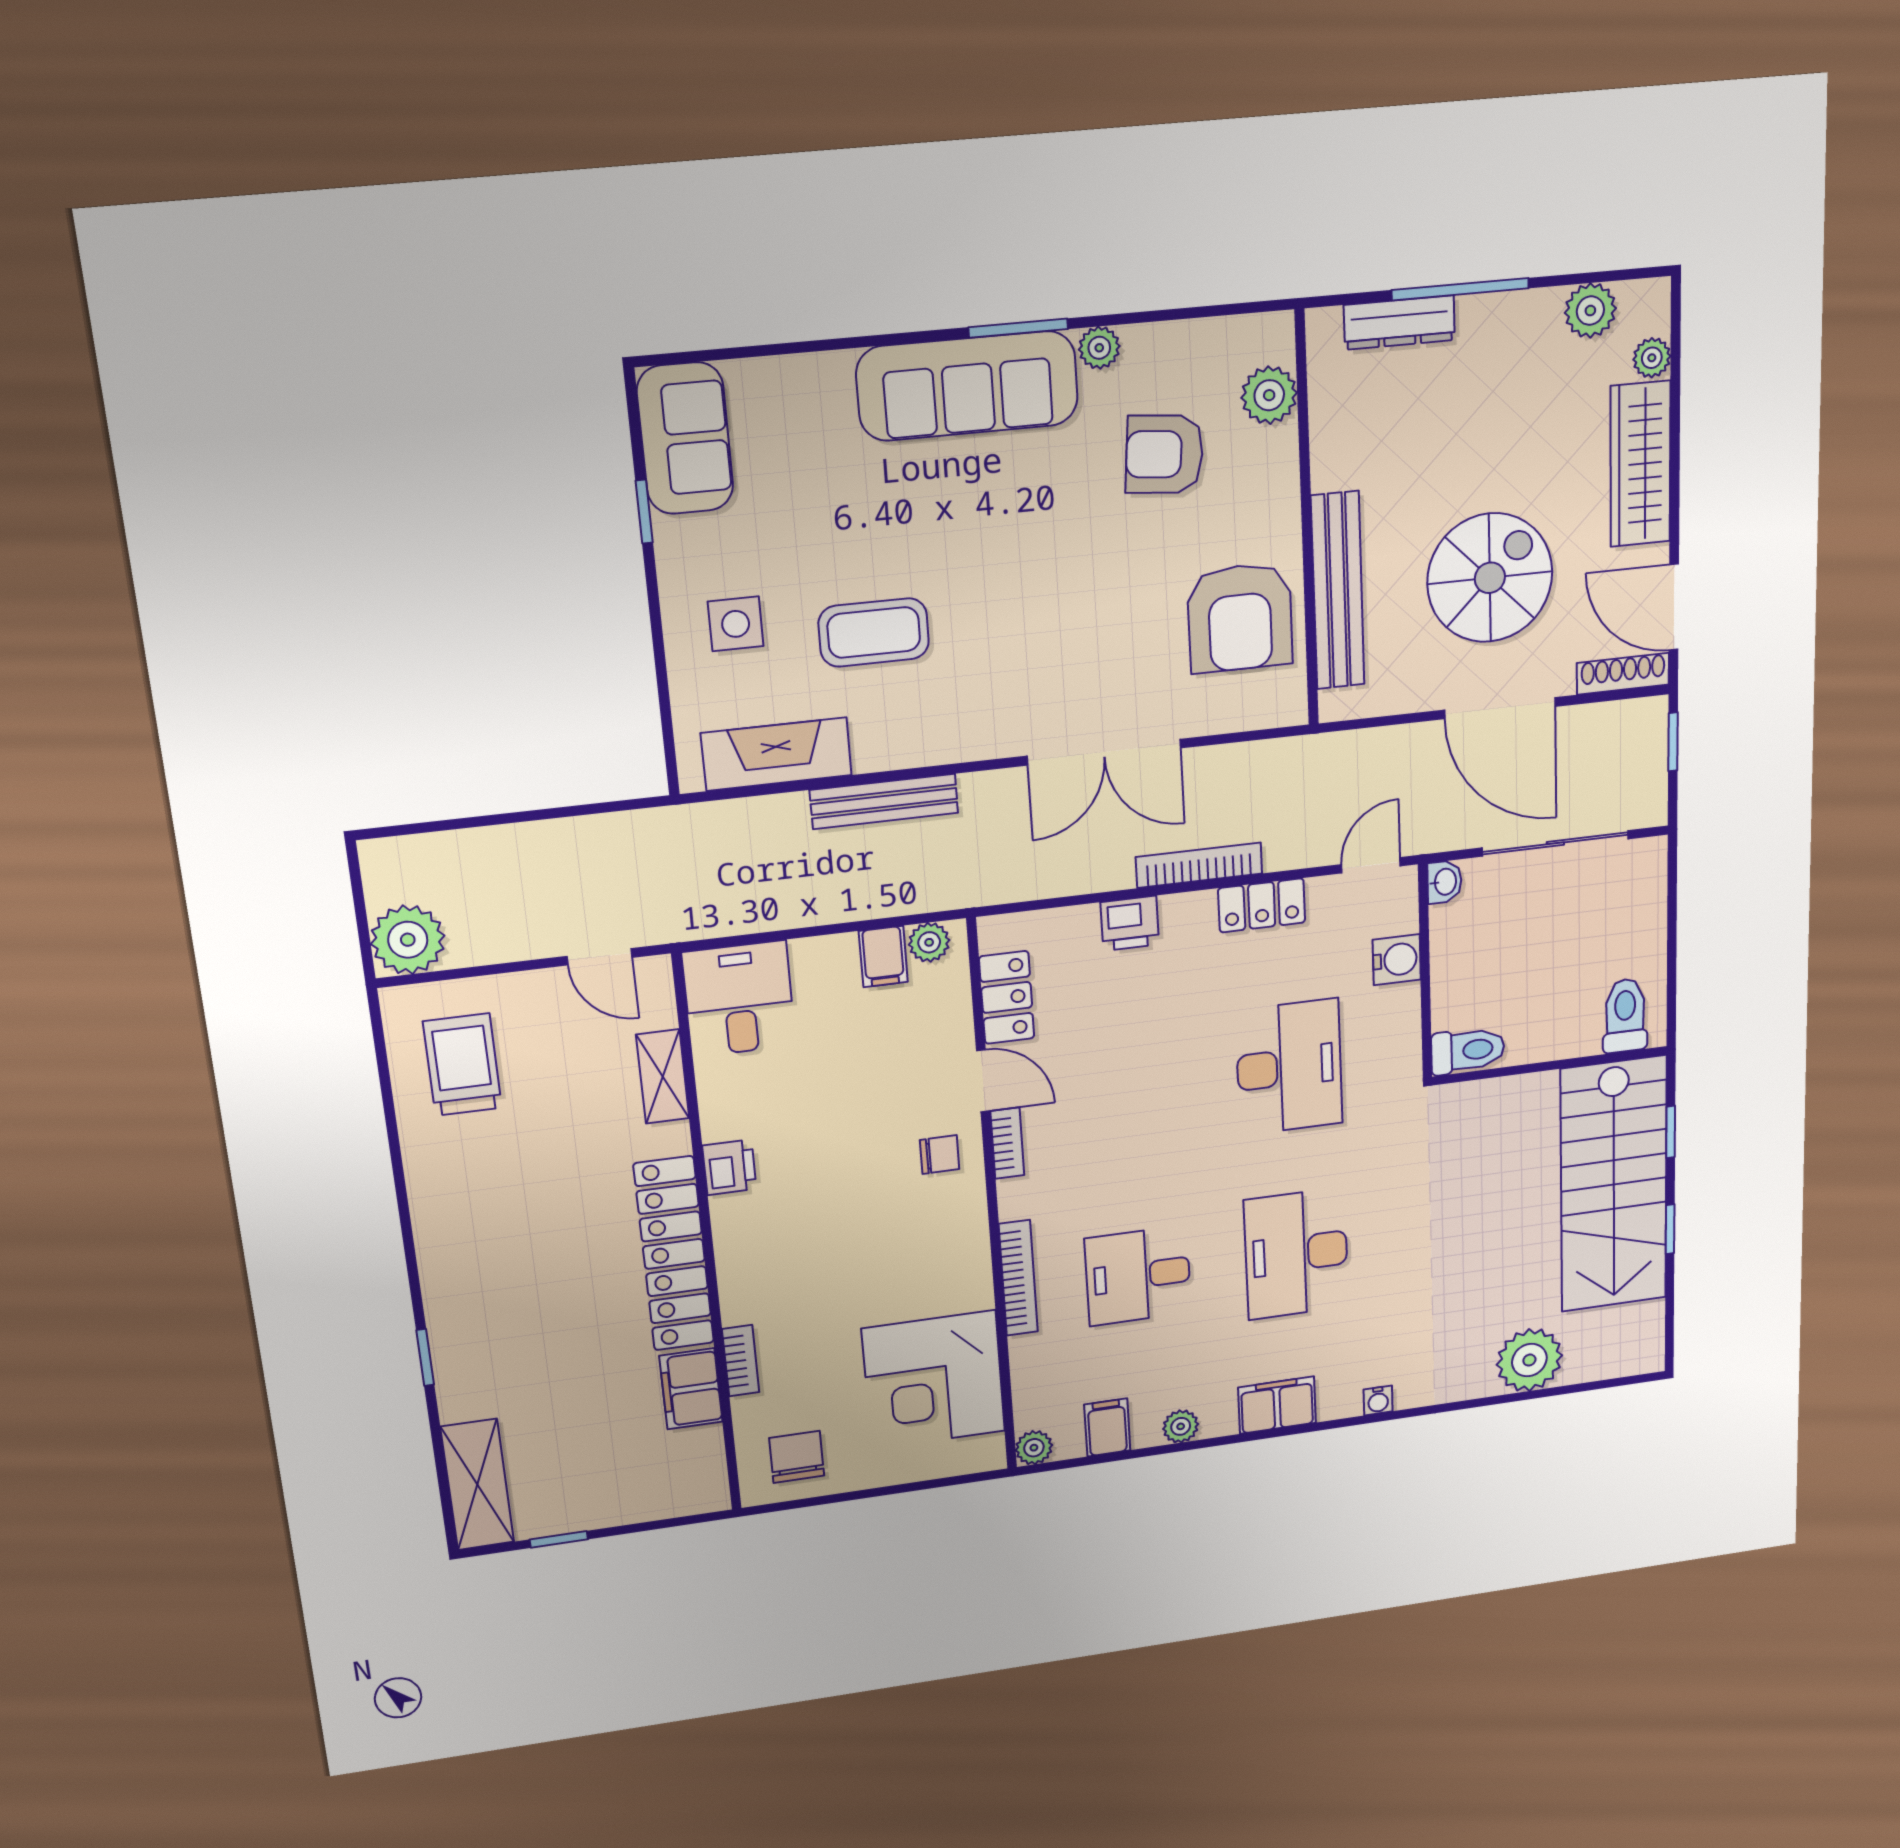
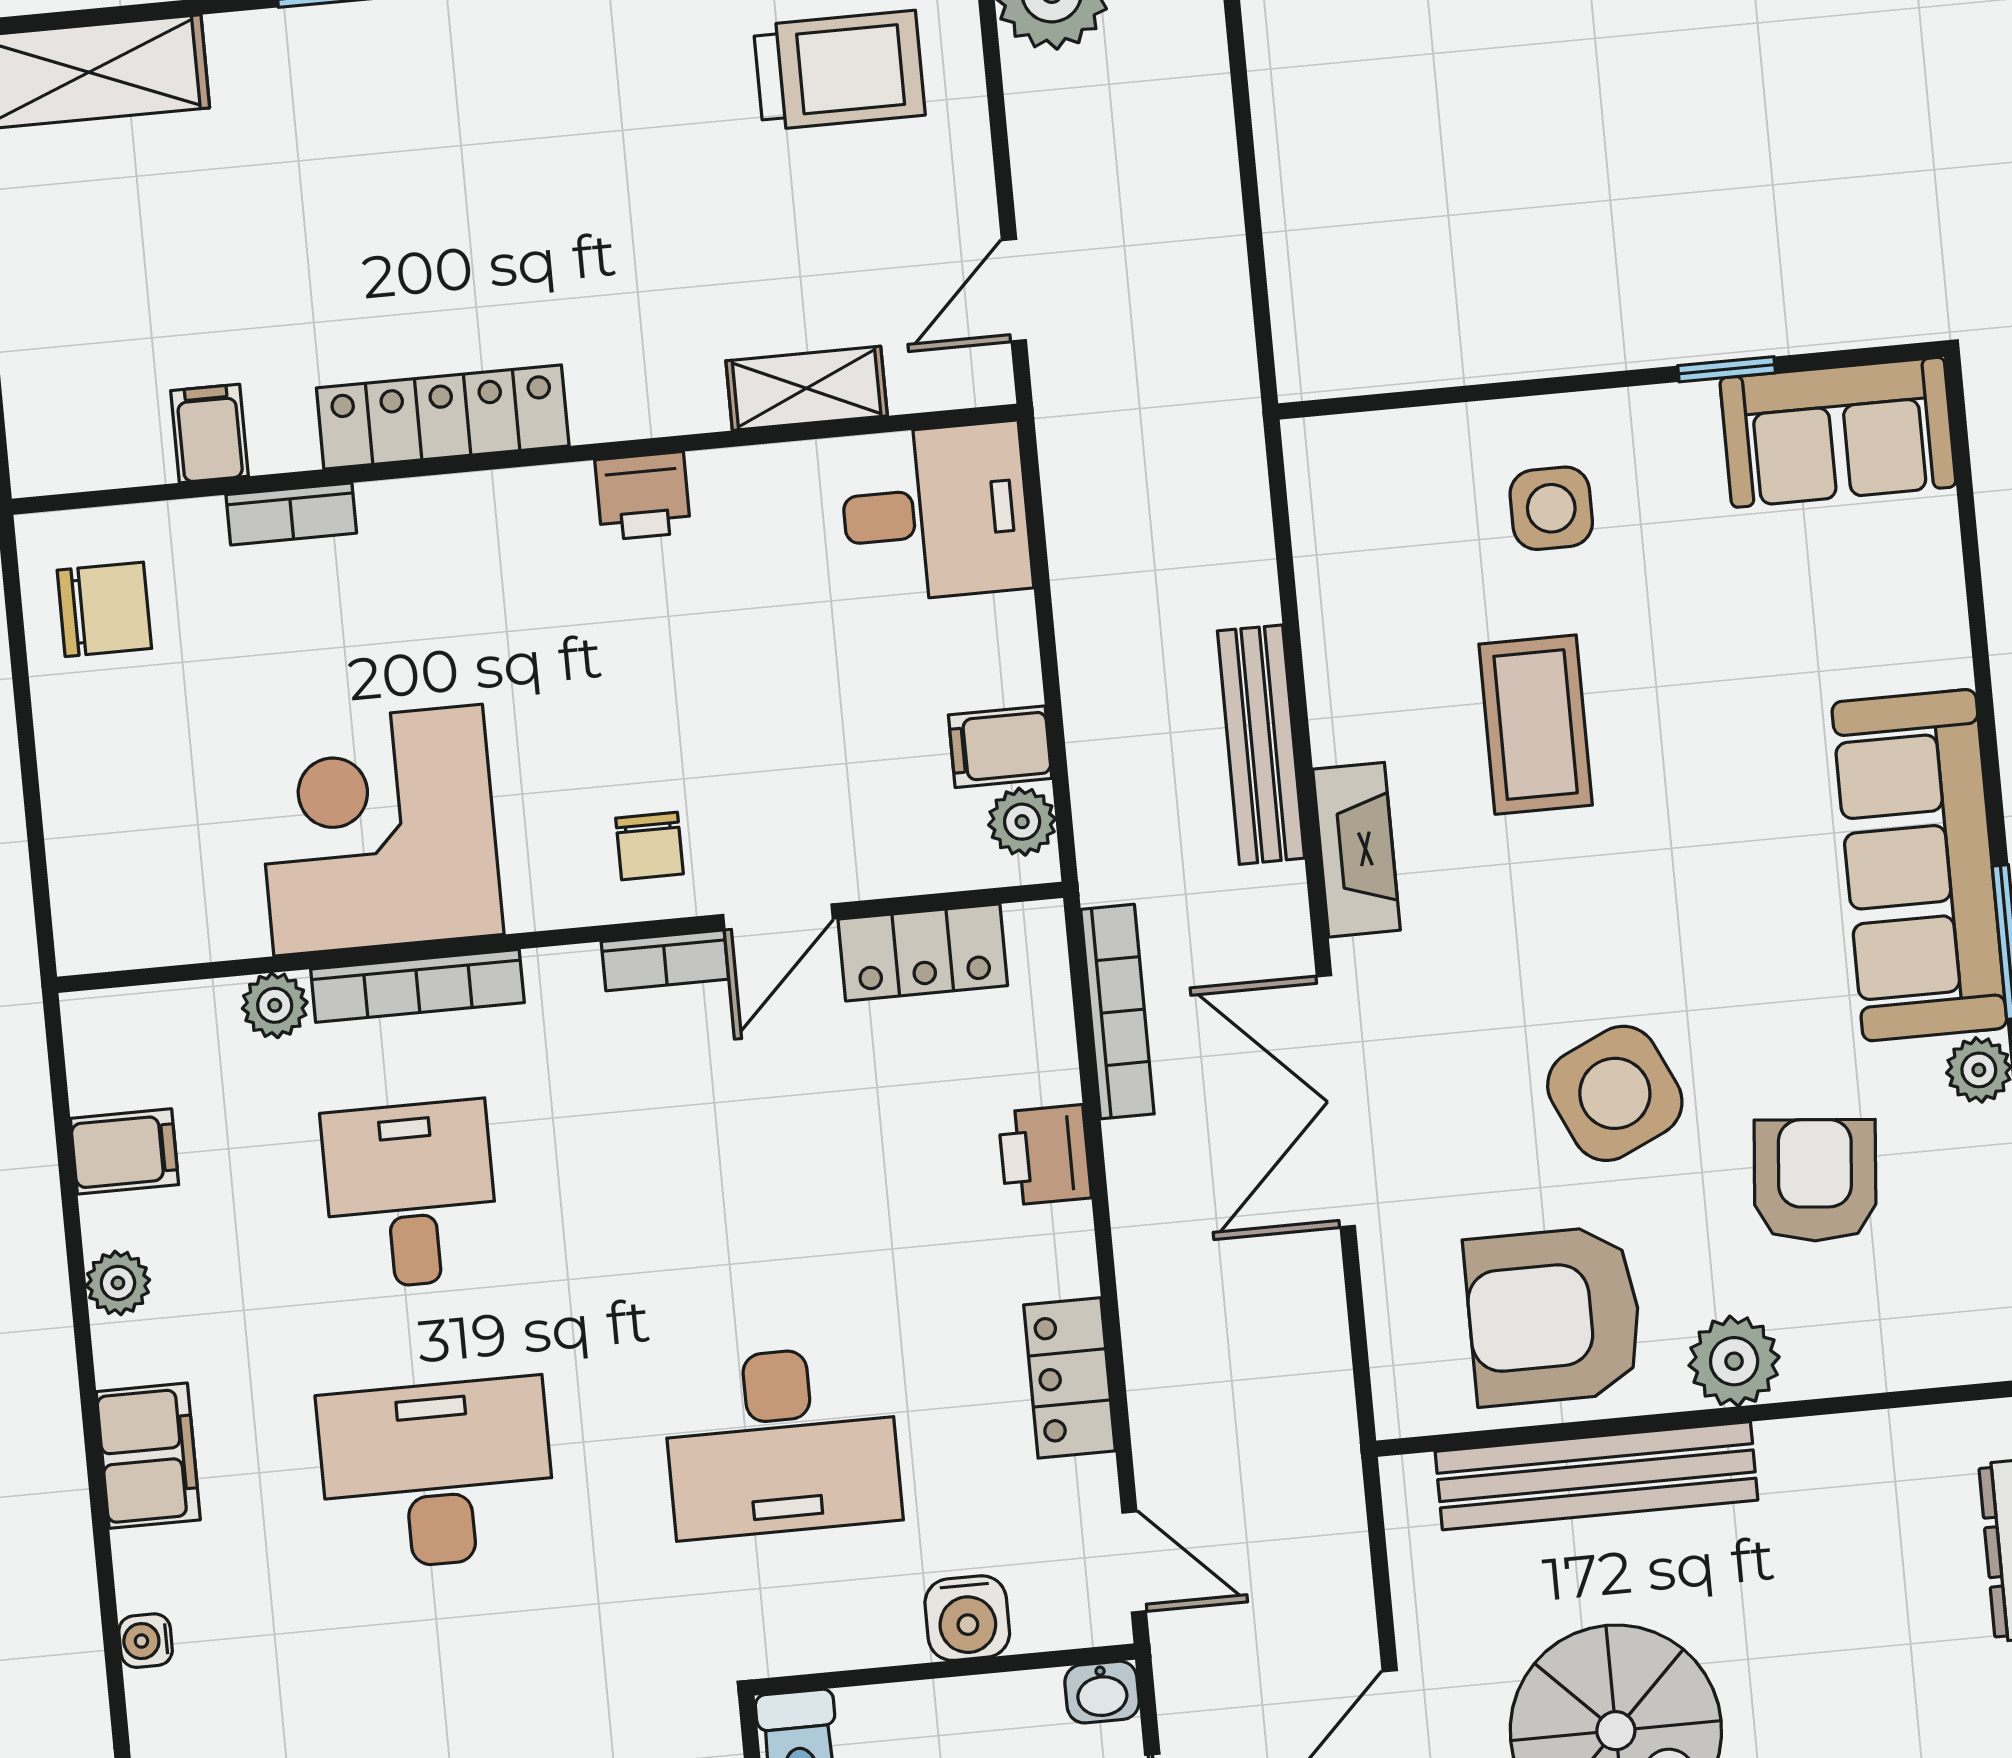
plant: (1269, 395) -> (1734, 1361), moved
side table: (1106, 581) -> (1615, 1093), added
fireplace: (776, 754) -> (1356, 850), moved, width x0.73, depth x0.76
bookcase: (1199, 865) -> (1117, 1012), moved
locker: (674, 1254) -> (443, 417), width x0.71, depth x0.83
corner desk: (934, 1380) -> (378, 830), moved
filing cabinet: (691, 1389) -> (209, 433), width x0.50
plant: (1034, 1448) -> (275, 1005), moved

